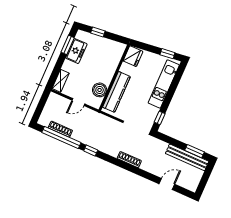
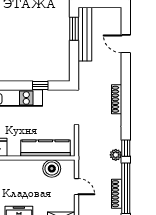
window: (160, 118) -> (40, 86), moved
plant: (89, 141) -> (116, 155), added

